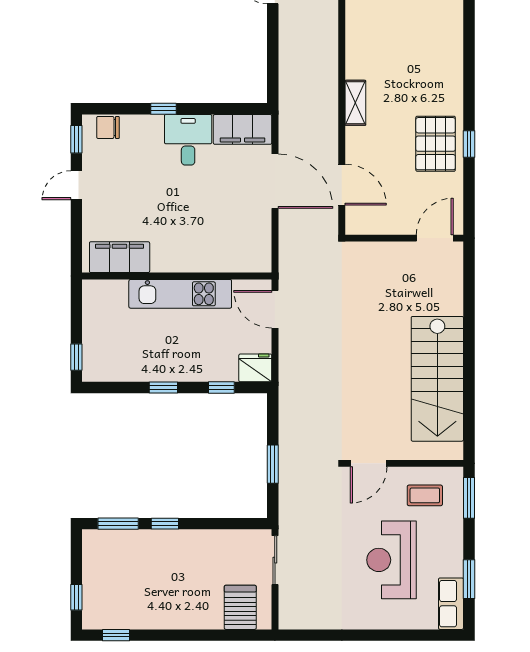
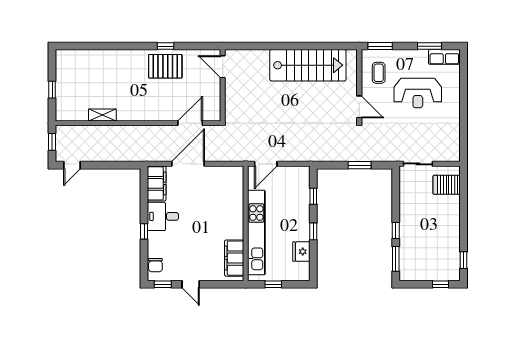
shelving: (355, 103) -> (102, 115), moved
kitchen unit: (180, 294) -> (256, 233), width x1.36
window: (76, 357) -> (273, 284), moved
fridge: (255, 368) -> (301, 252), moved

